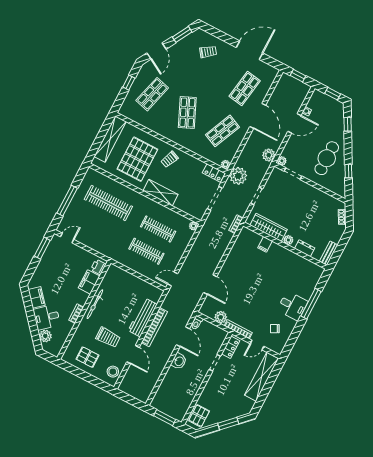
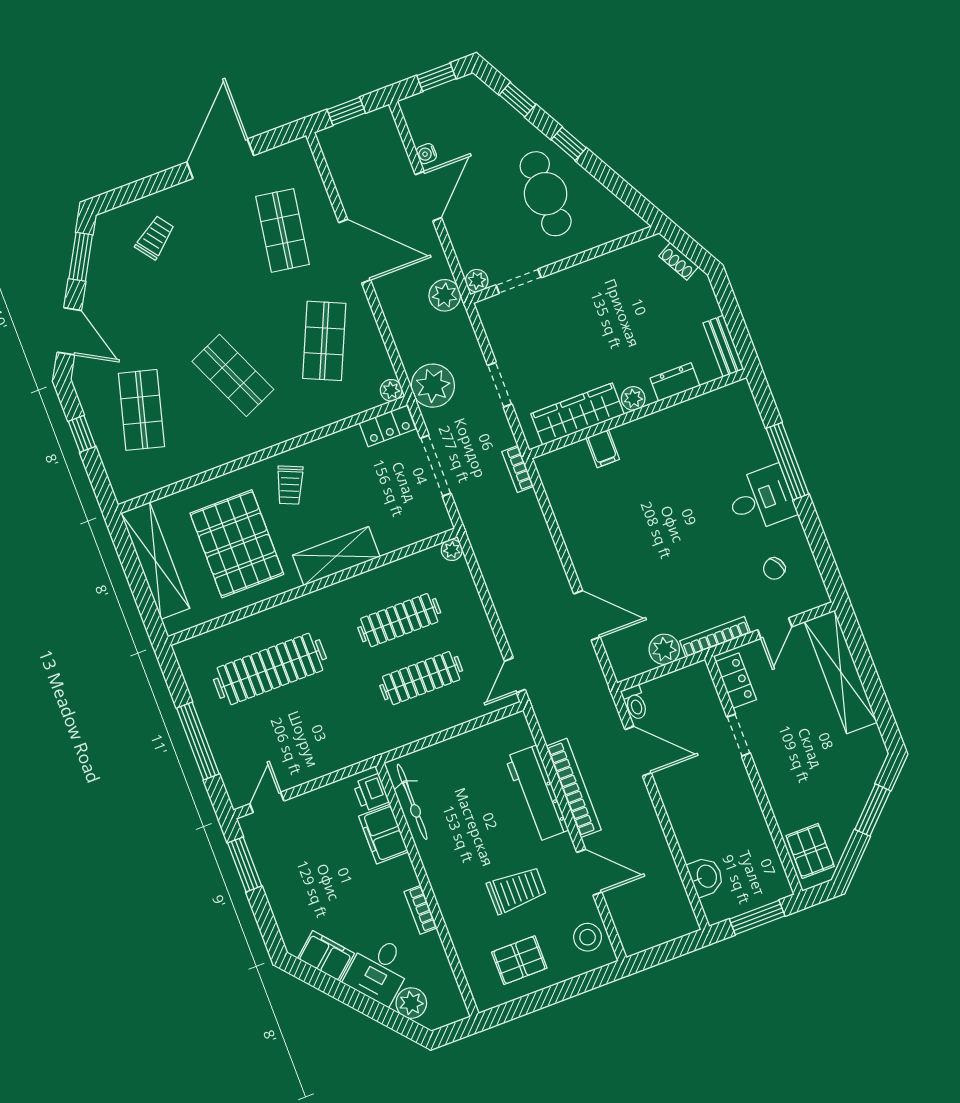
window: (348, 171) -> (569, 144), moved
bicycle: (95, 304) -> (412, 802), moved
washbasin: (179, 361) -> (706, 877), moved

